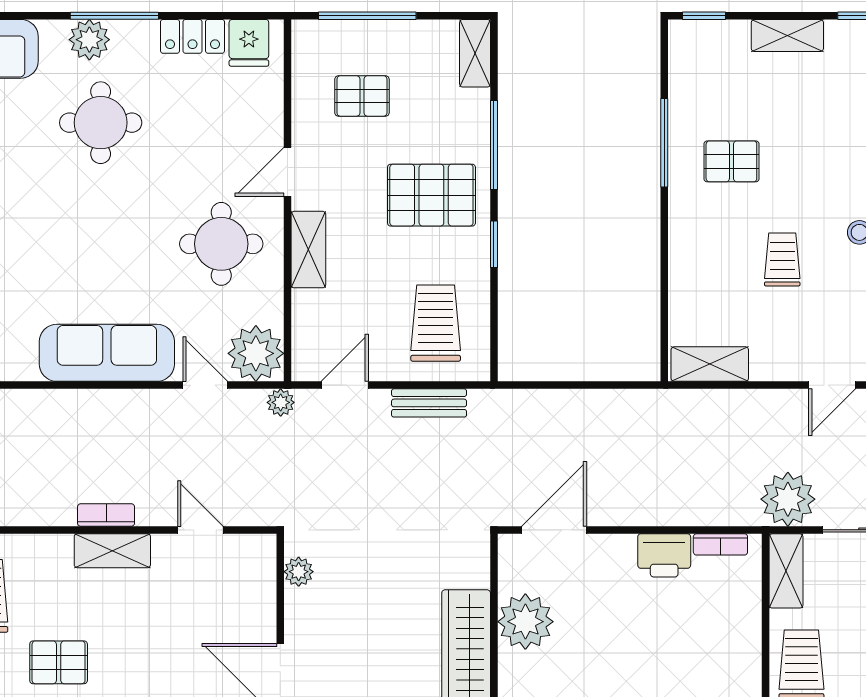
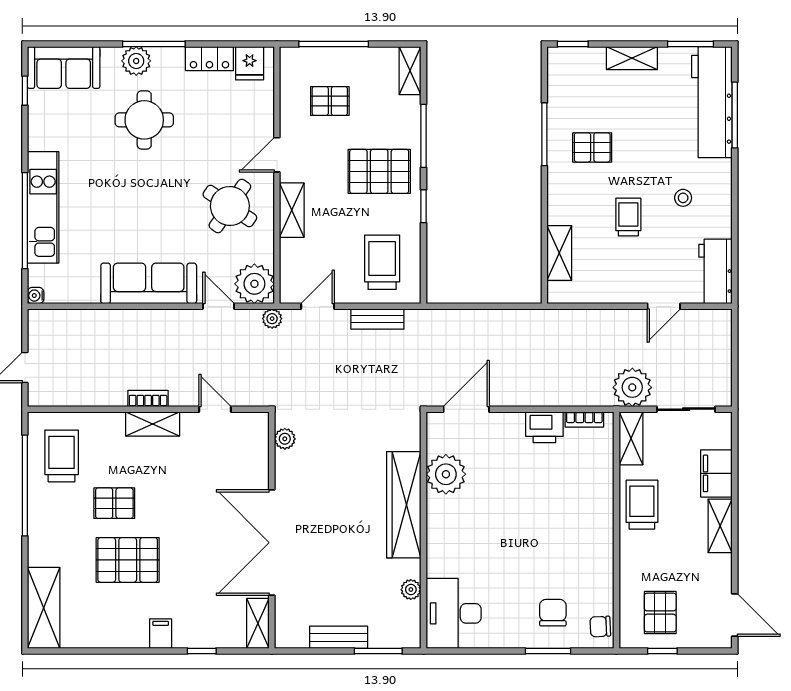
round table: (221, 244) -> (230, 206), turned 34
shelving: (710, 364) -> (559, 253), moved, turned 90

